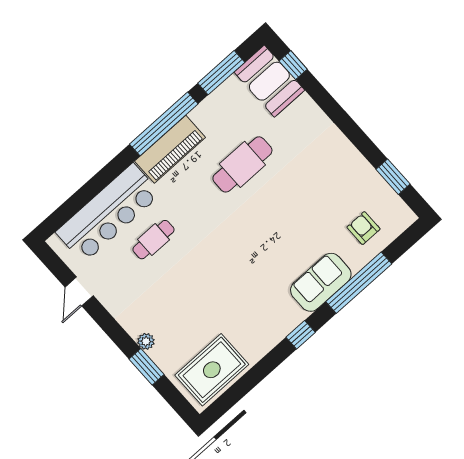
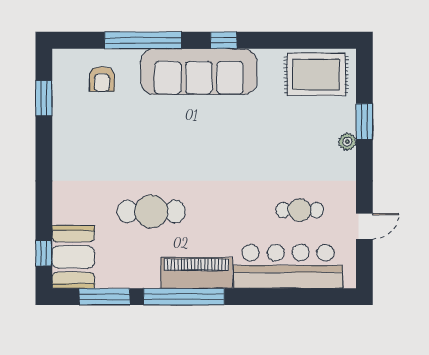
cafe table: (153, 240) -> (300, 210), moved
sofa: (321, 282) -> (199, 72), width x1.85, depth x1.27

